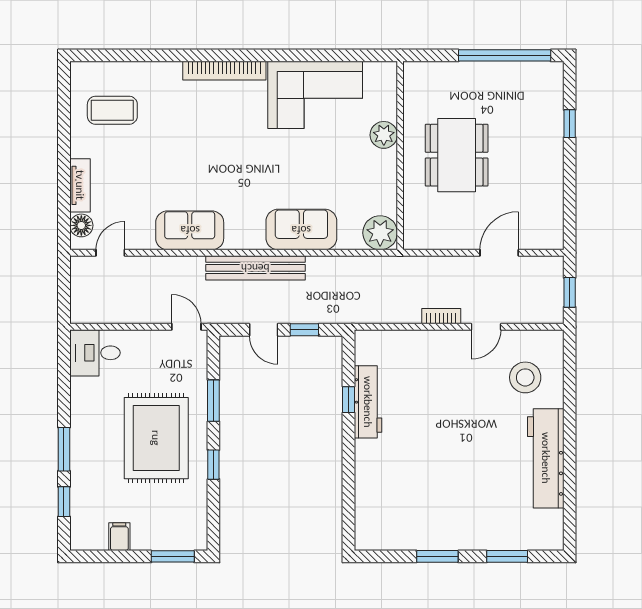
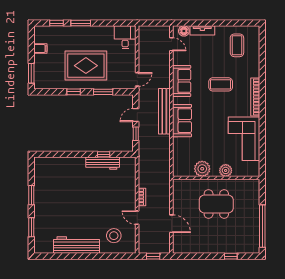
coffee table: (197, 146) -> (221, 84), added
sofa: (301, 230) -> (182, 121), moved
plant: (380, 233) -> (202, 169), moved

